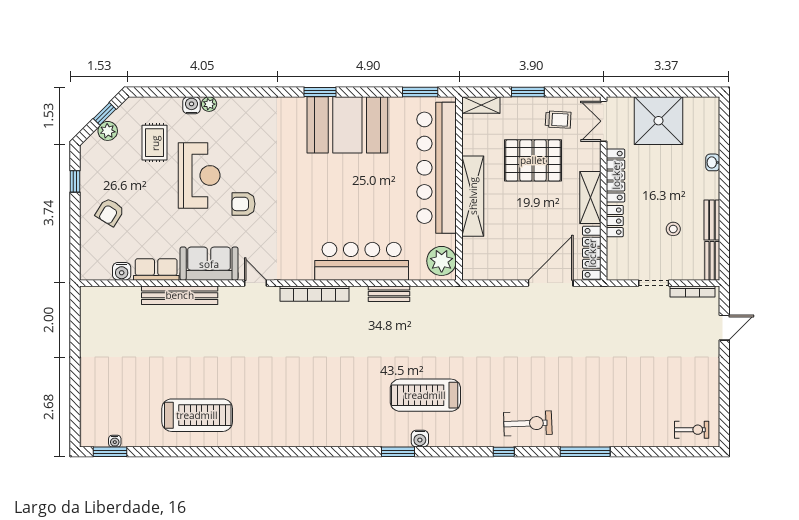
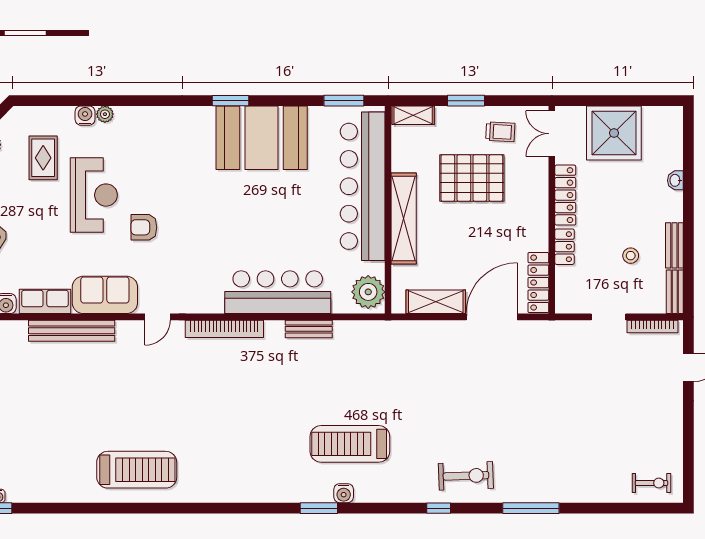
shelving: (590, 198) -> (436, 302), moved, turned 90
door: (256, 283) -> (158, 317), swing flipped
treadmill: (197, 415) -> (137, 470), moved

